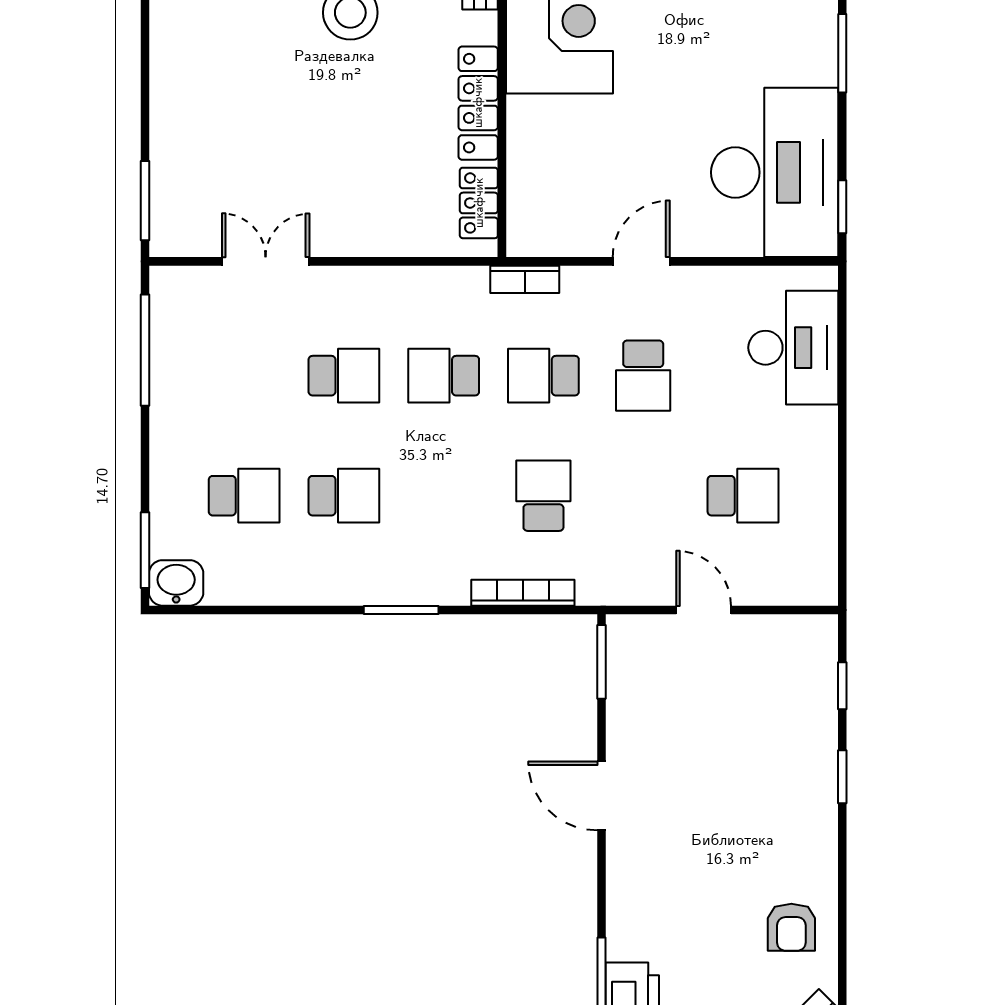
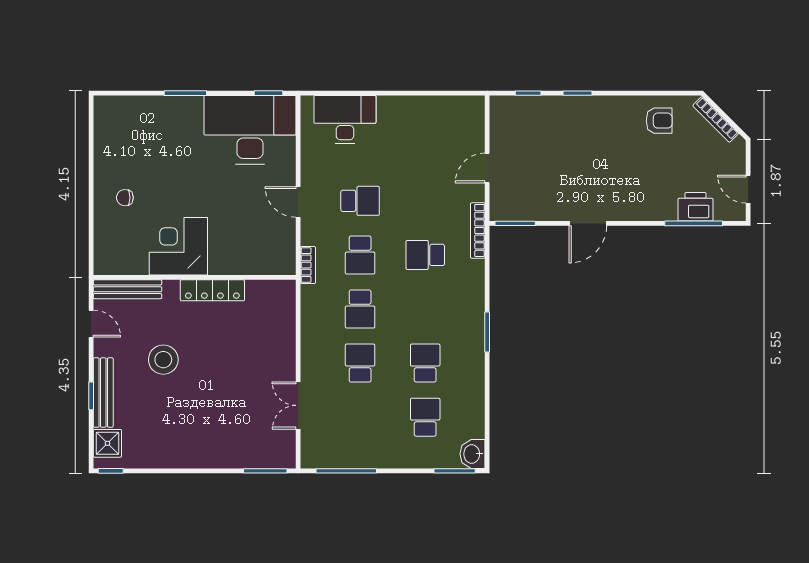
locker: (479, 203) -> (267, 290), removed
school desk: (743, 496) -> (425, 147), removed
bookcase: (523, 593) -> (478, 231), moved

